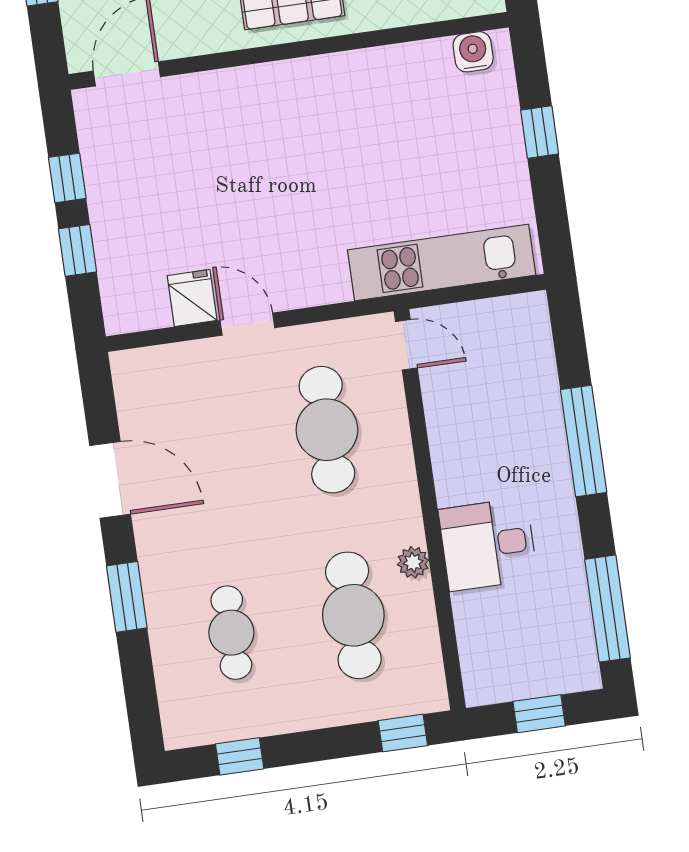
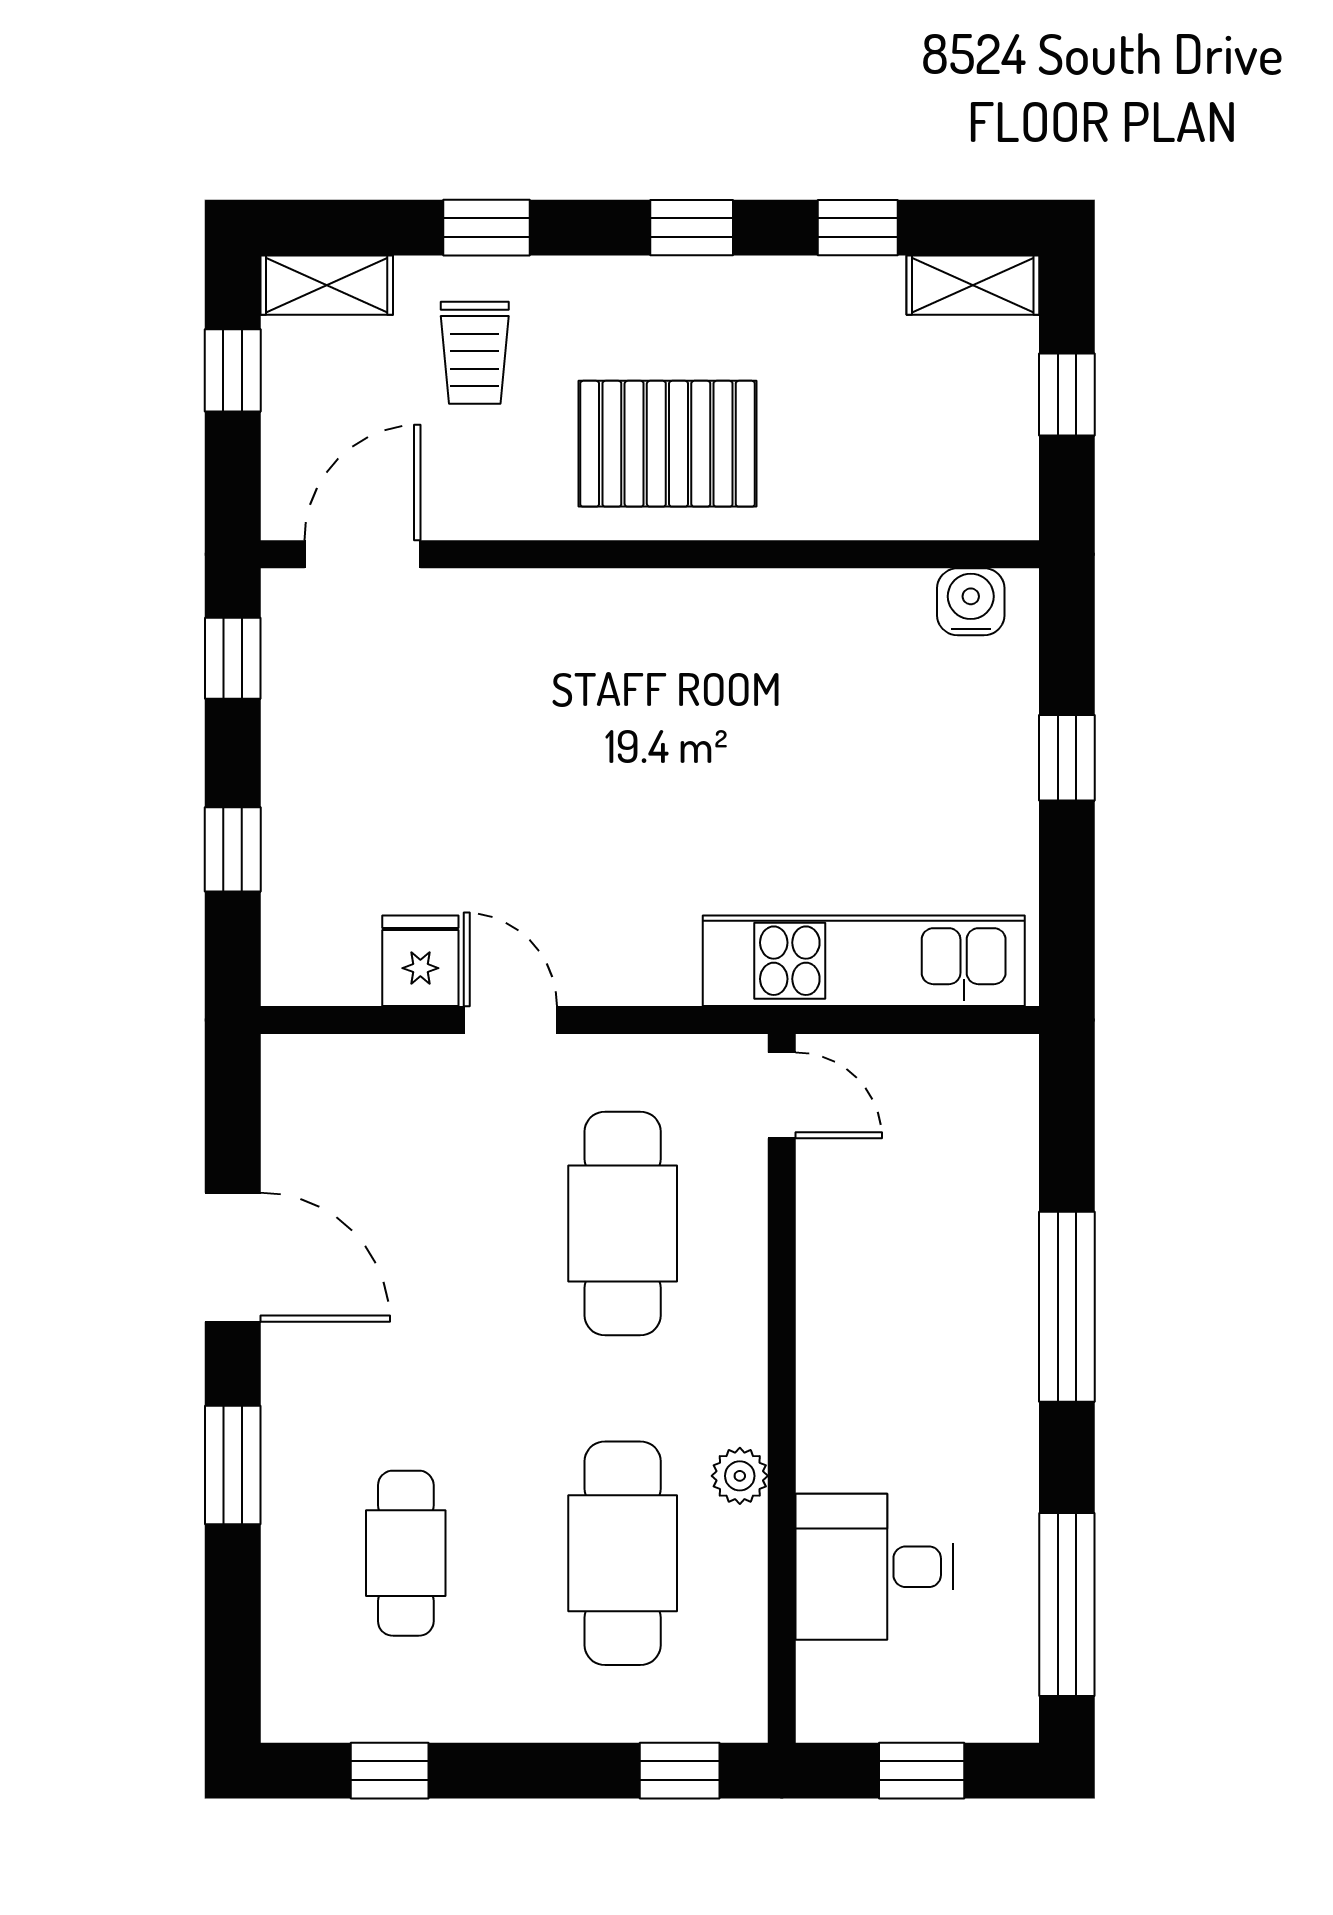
window: (67, 178) -> (233, 658), moved
desk: (488, 544) -> (875, 1567), moved

